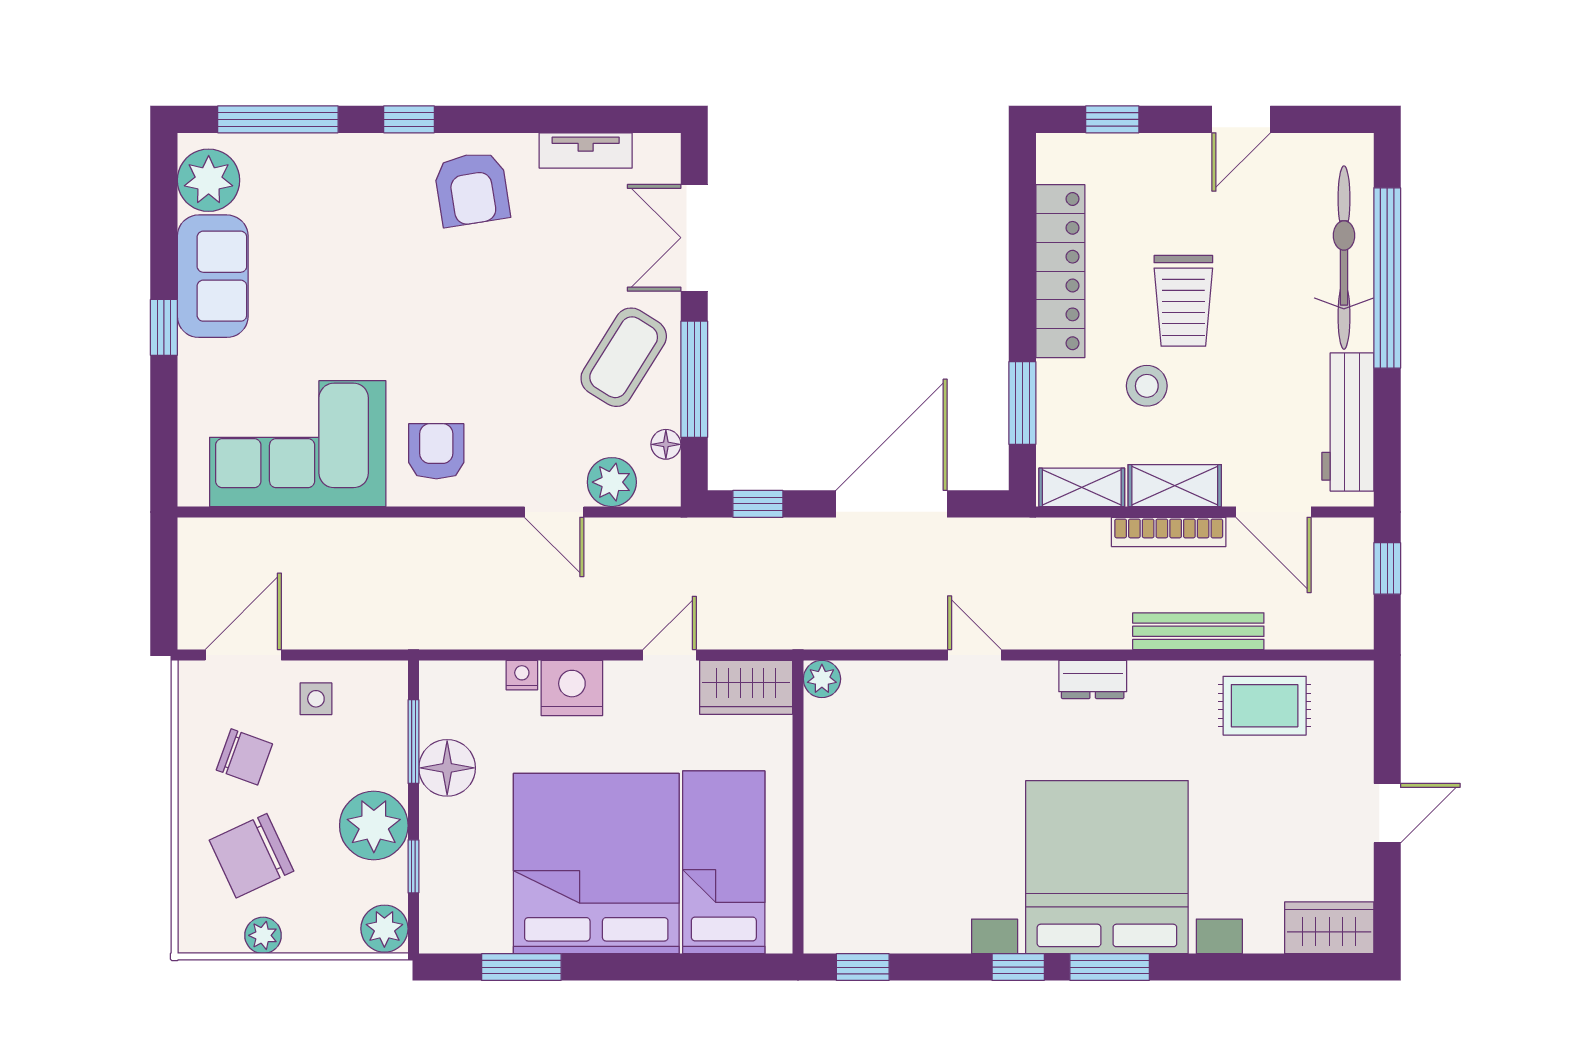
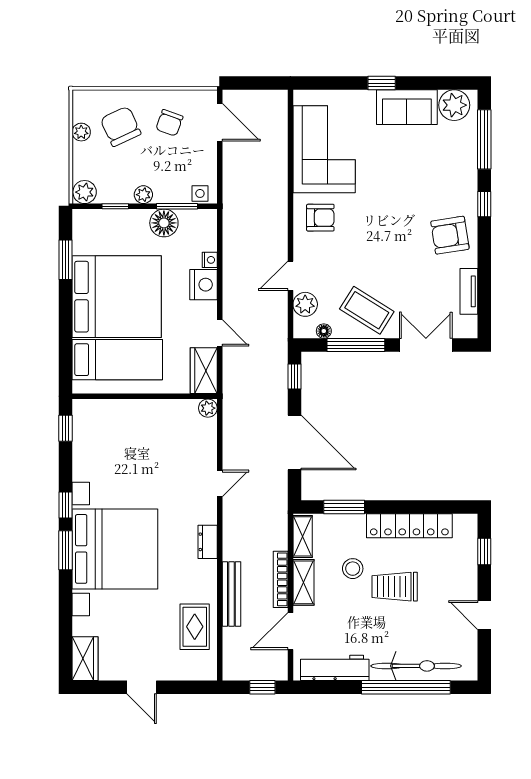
side table: (316, 699) -> (200, 193), moved
plant: (374, 826) -> (143, 195), width x0.53, depth x0.53

